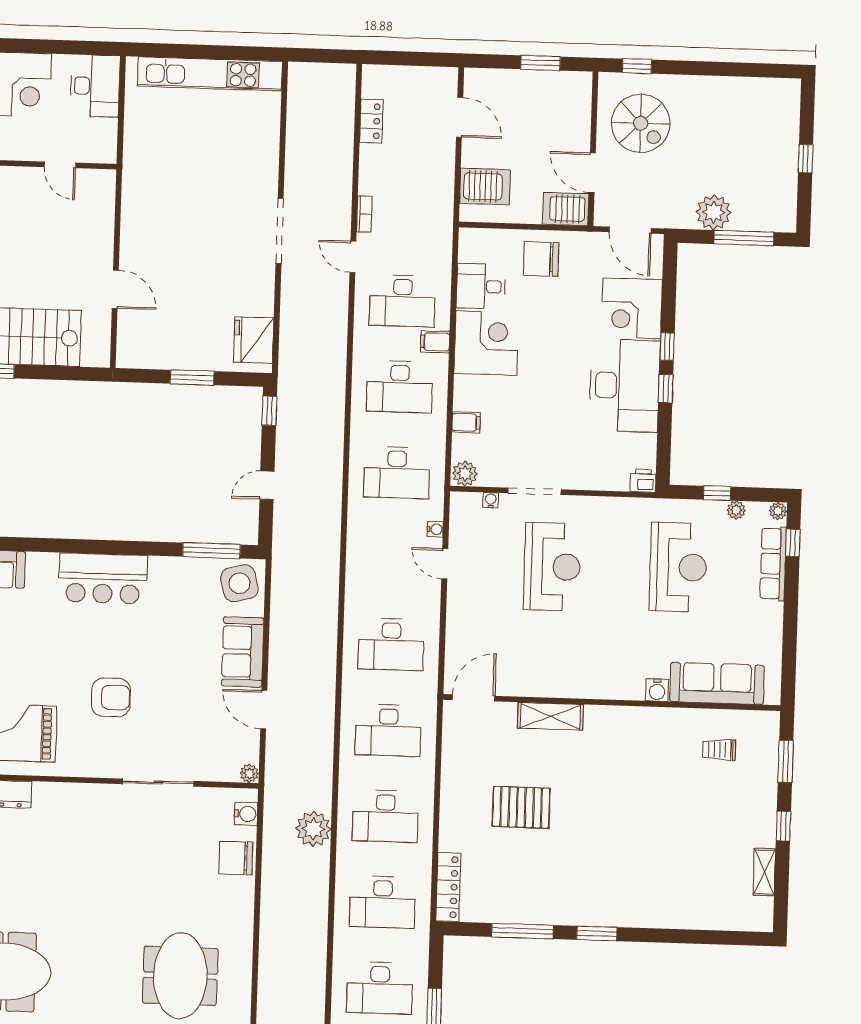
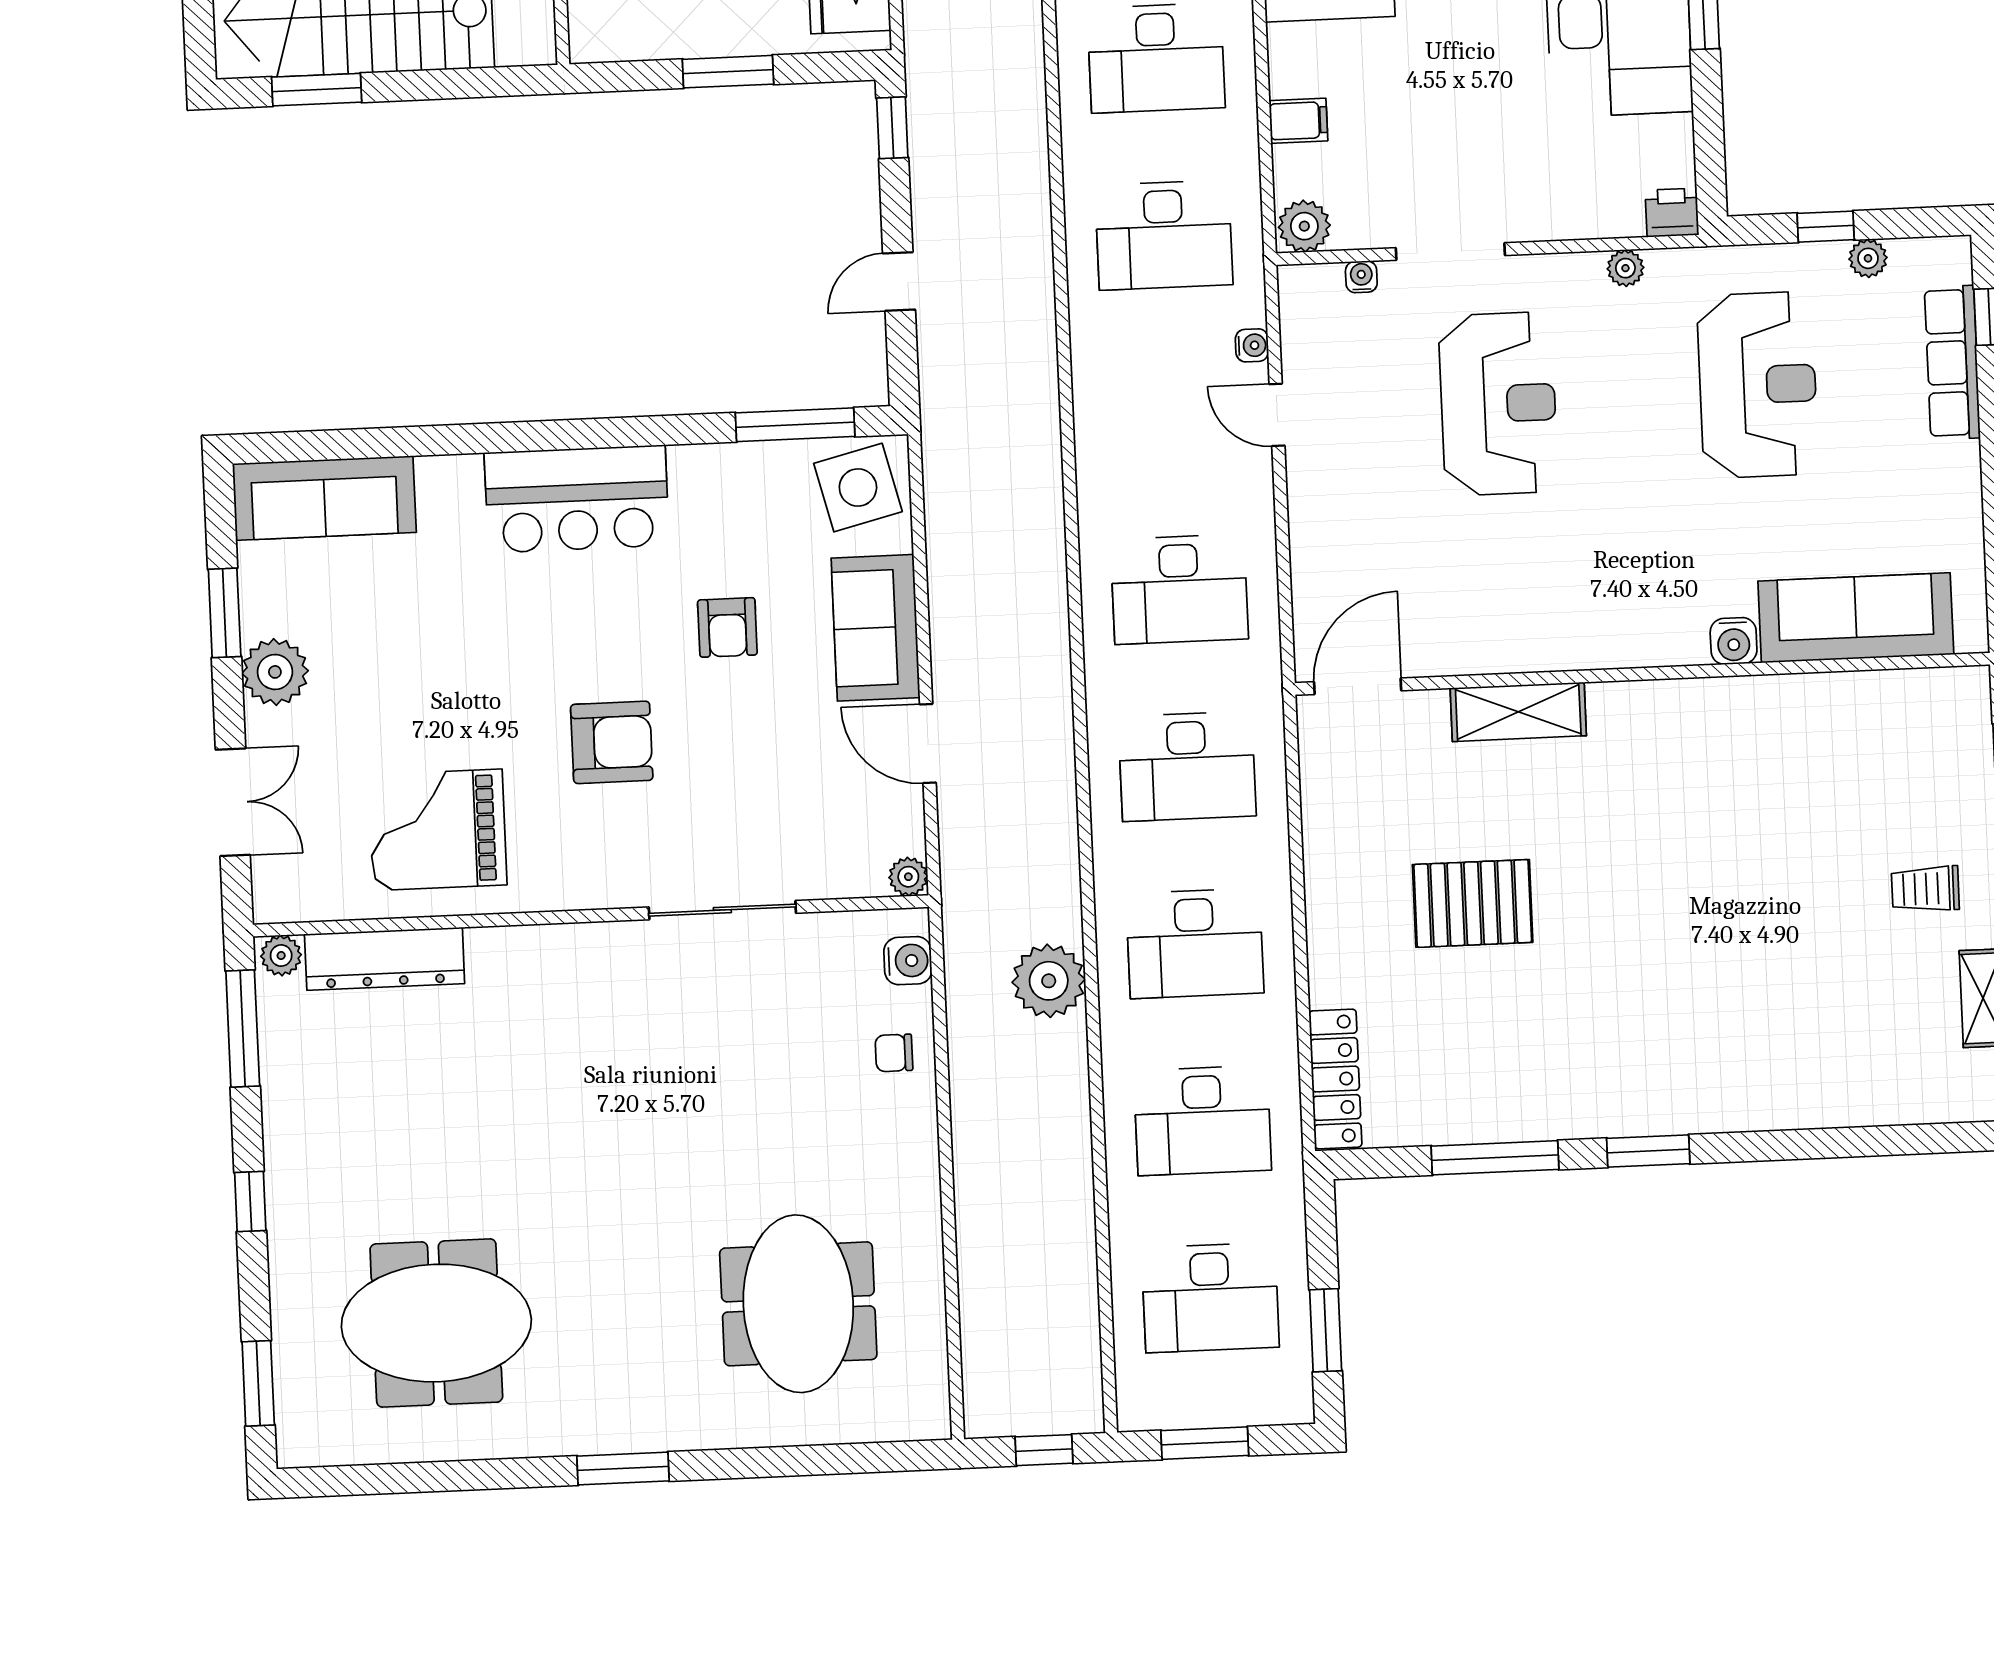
plant: (778, 511) -> (1625, 268), moved
armchair: (171, 646) -> (727, 627), added
trolley: (719, 750) -> (1925, 889), moved
chair: (236, 858) -> (894, 1053), width x0.54, depth x0.54

